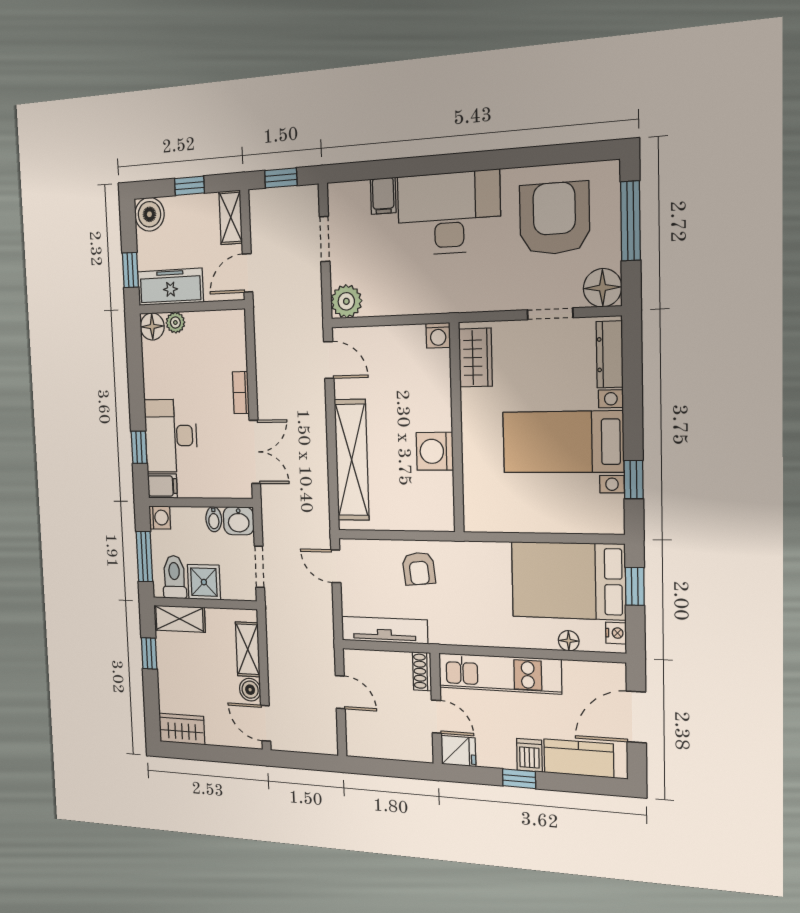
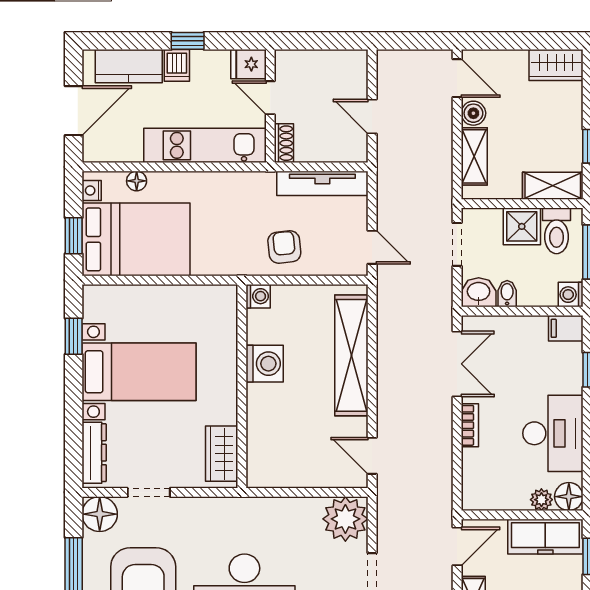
plant: (346, 301) -> (345, 519), width x1.36, depth x1.36
washing machine: (438, 335) -> (258, 296), moved, turned 90
desk: (171, 436) -> (553, 433), moved
double door: (255, 452) -> (457, 364), swing flipped

